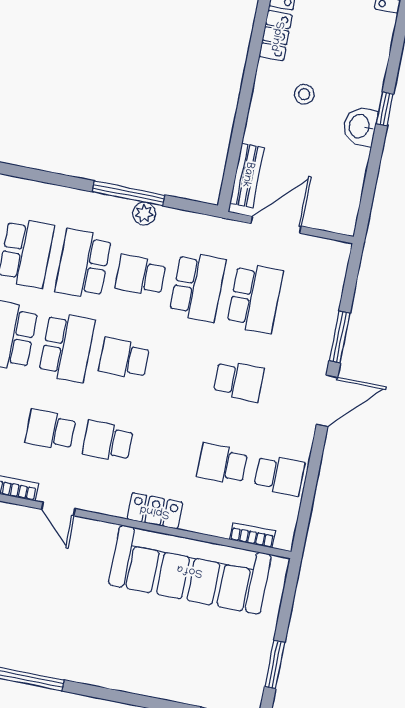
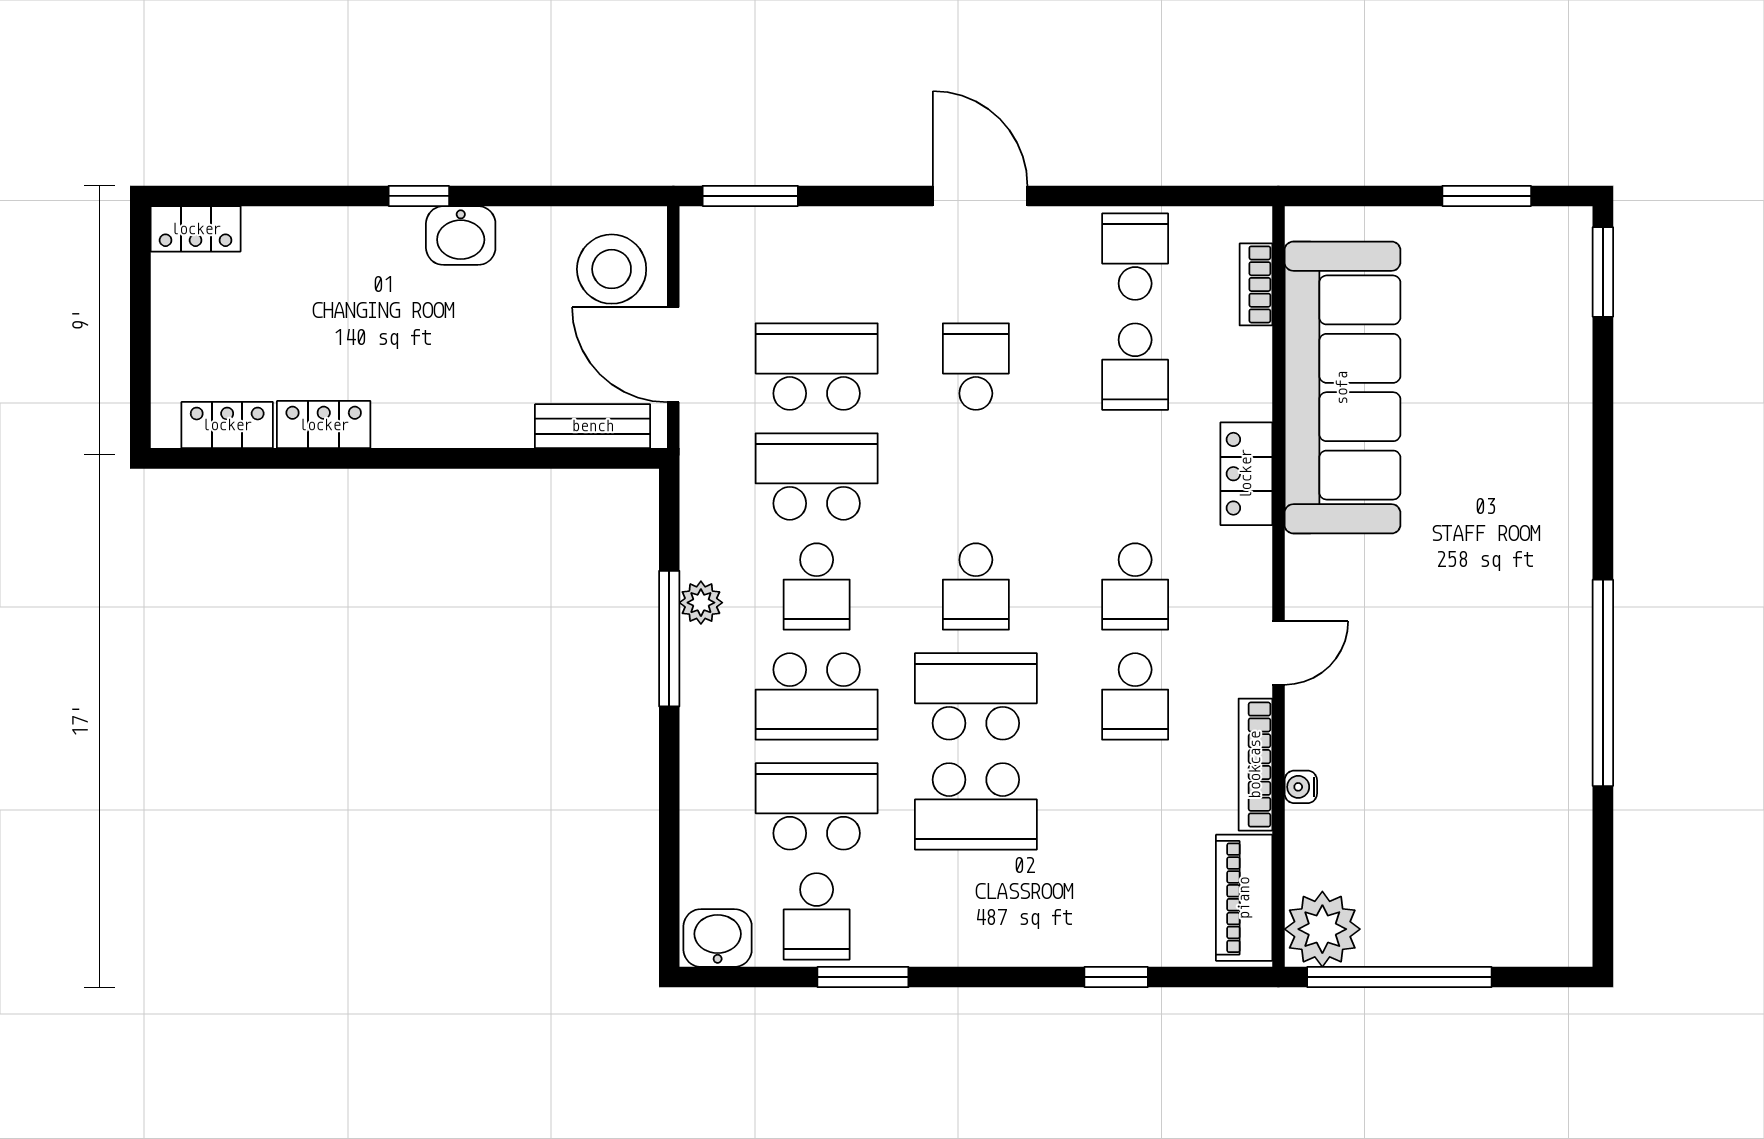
stool: (304, 94) -> (612, 269), moved, width x1.89, depth x1.89
window: (340, 337) -> (750, 196), moved

